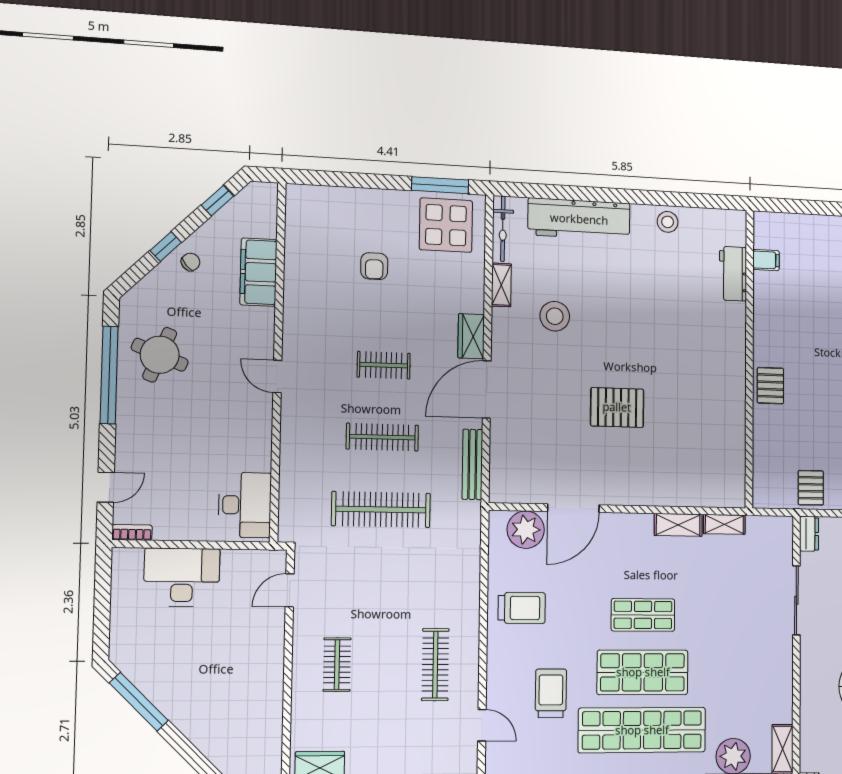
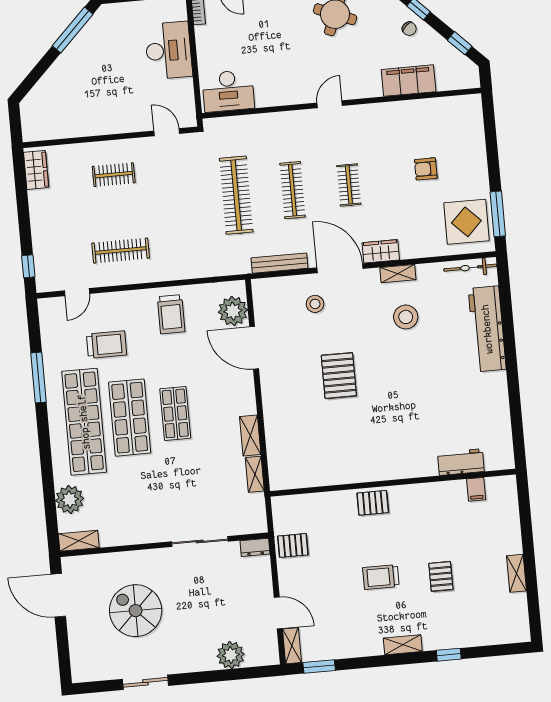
stool: (668, 222) -> (315, 304), moved
shelving: (501, 285) -> (398, 274), moved

